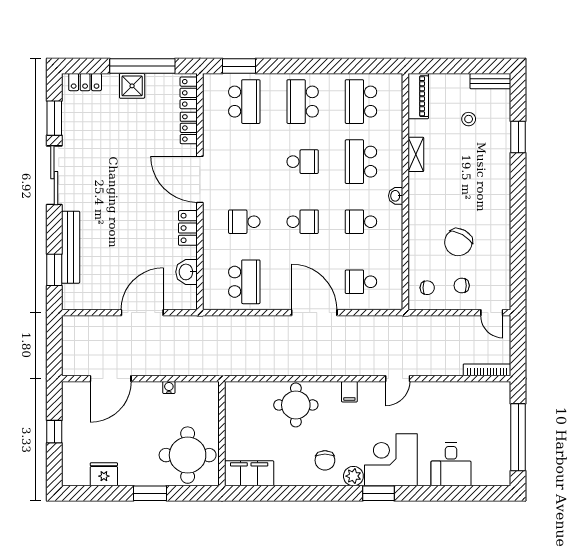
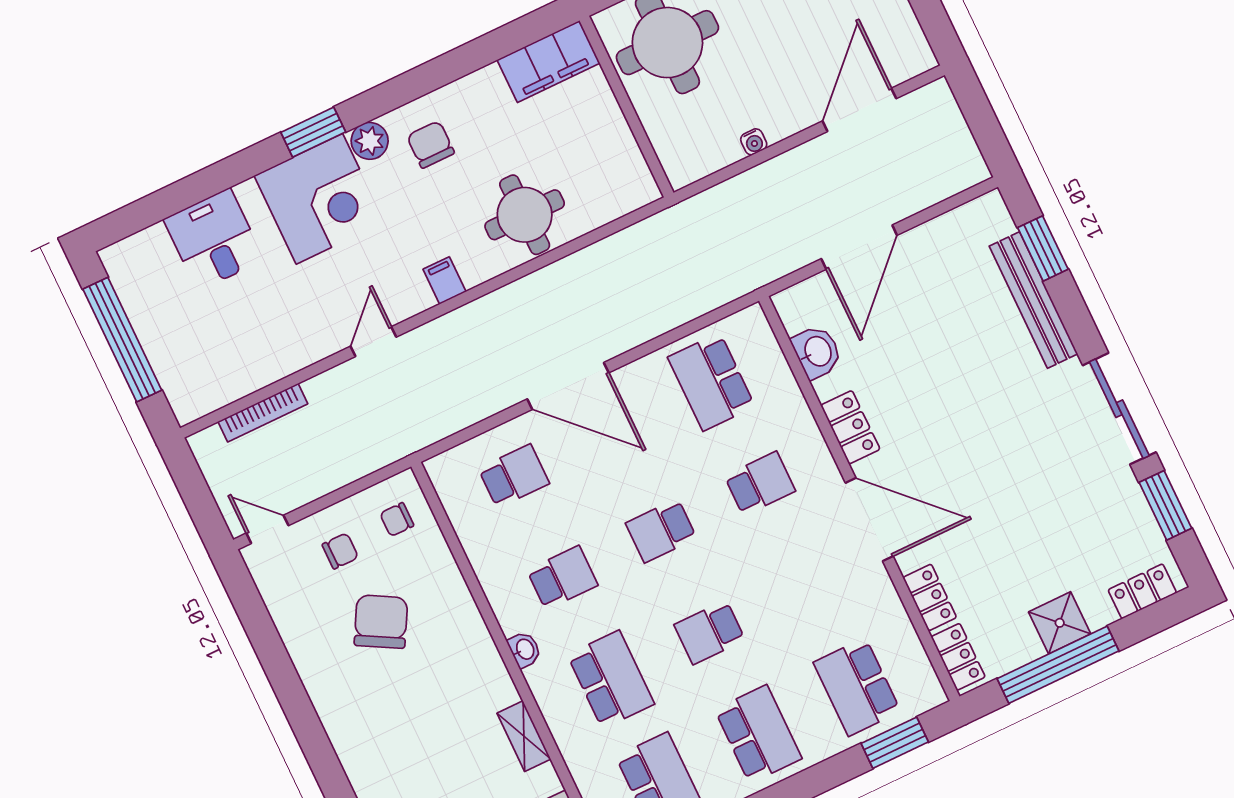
bookcase: (487, 370) -> (263, 413), moved

